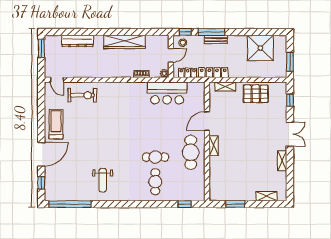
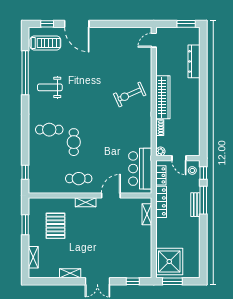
wardrobe: (124, 42) -> (163, 97), moved, turned 180
shower: (260, 48) -> (169, 262), moved
bar counter: (167, 93) -> (140, 169), moved
pallet: (256, 94) -> (56, 226), moved
exercise bike: (82, 95) -> (130, 94), moved, turned 66
door: (207, 121) -> (111, 195), hinge flipped
treadmill: (56, 124) -> (45, 43), moved
cafe table: (191, 152) -> (79, 179), width x0.73, depth x0.74
cafe table: (155, 182) -> (49, 130), moved
window: (70, 204) -> (25, 73), moved

